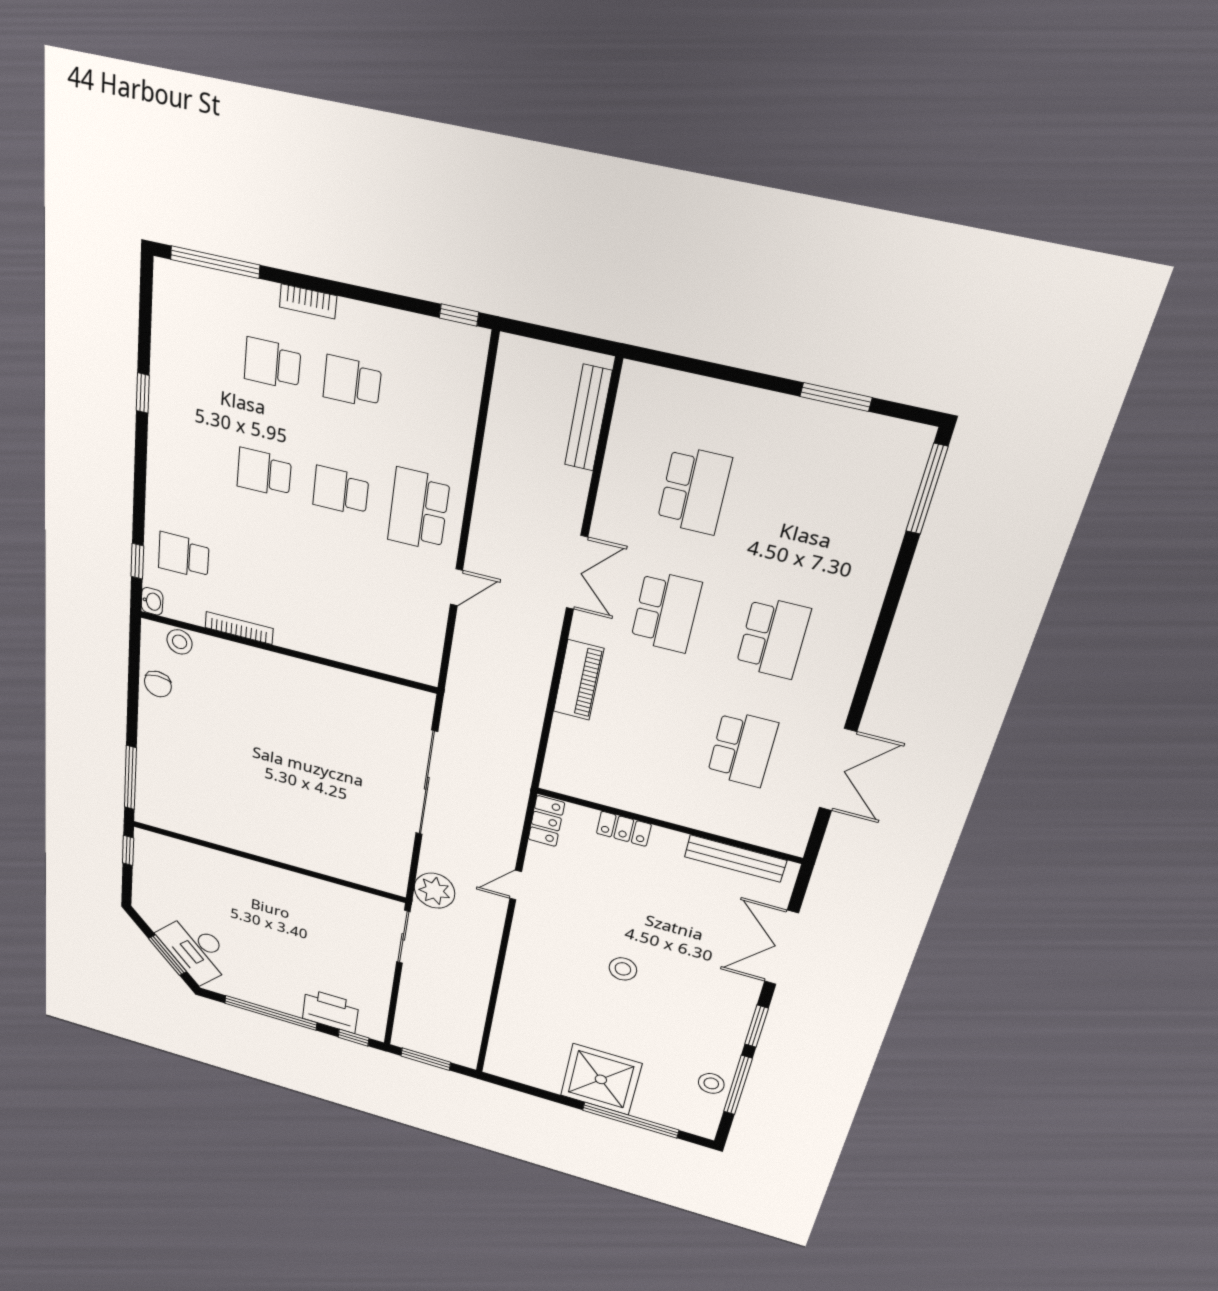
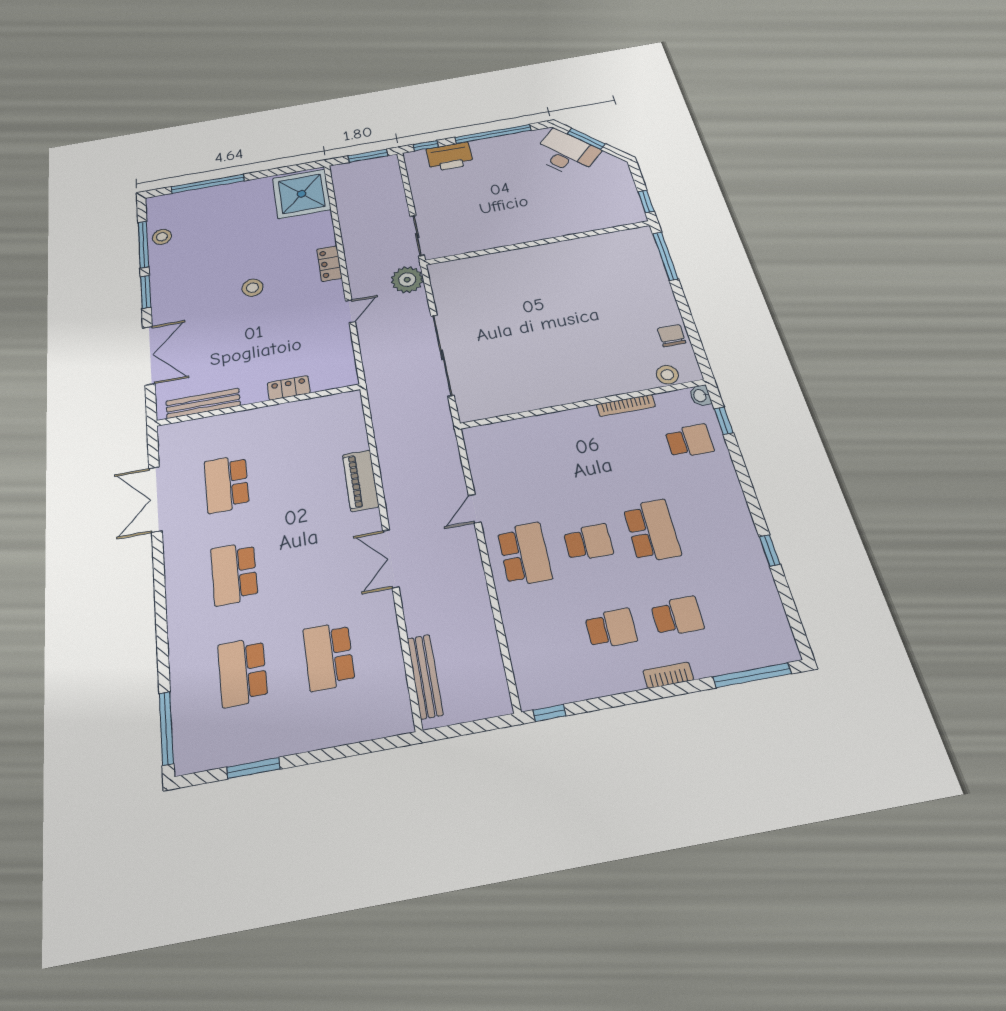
school desk: (264, 473) -> (652, 531), width x1.85
school desk: (666, 612) -> (243, 672), moved
locker: (546, 821) -> (329, 264), moved
shower: (601, 1079) -> (302, 194), moved

